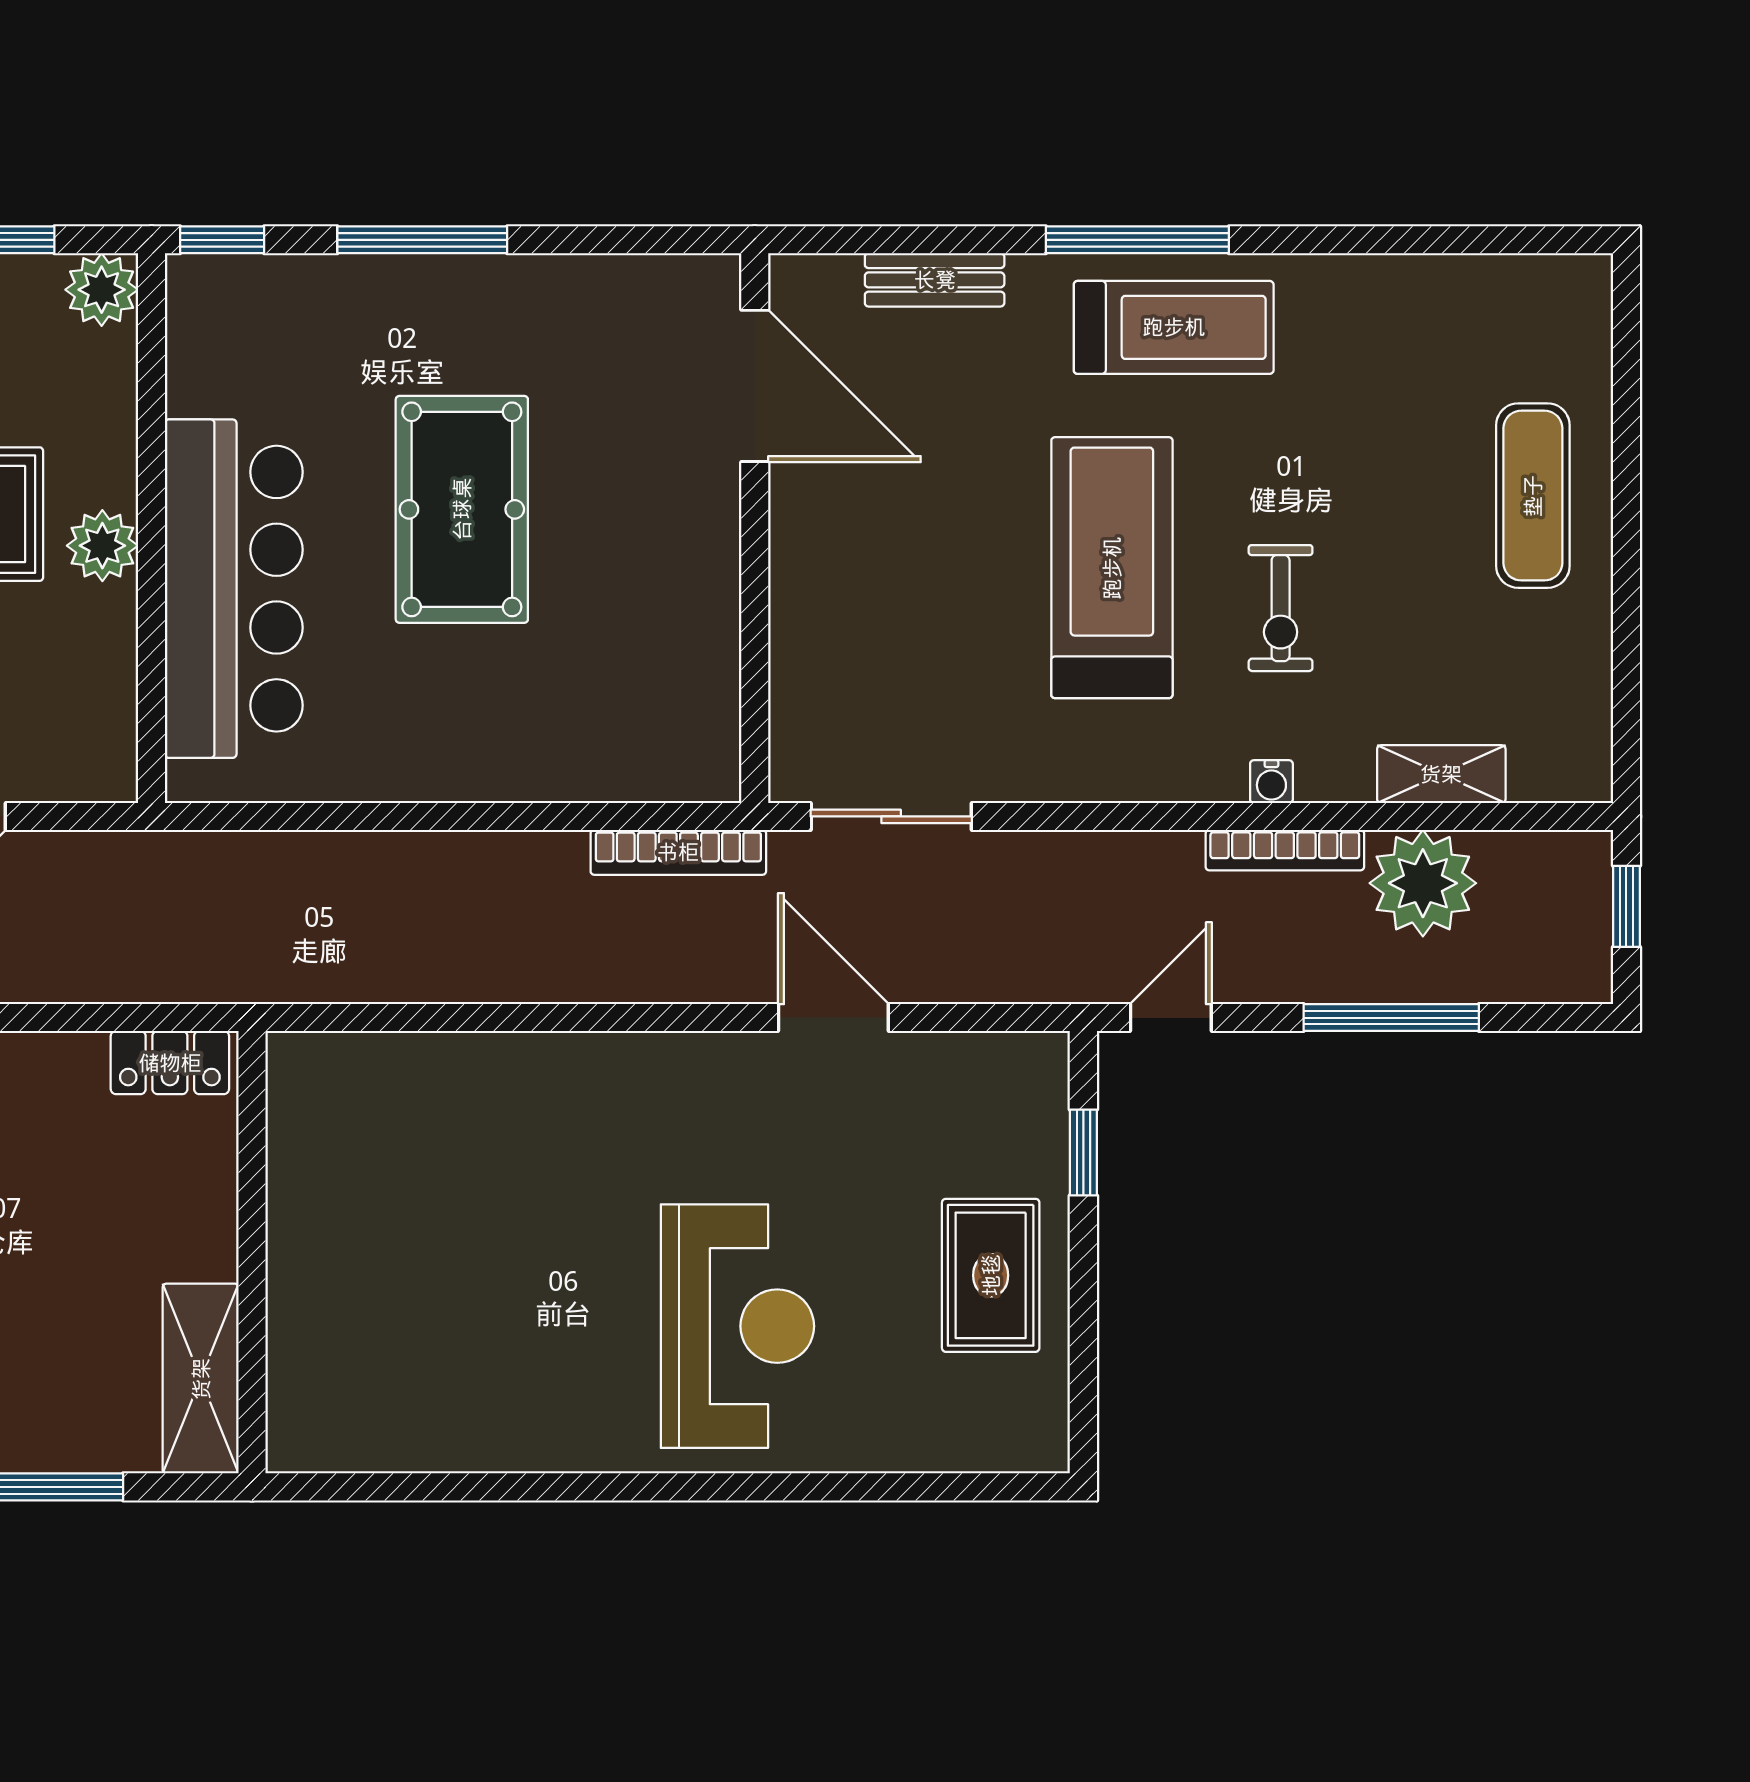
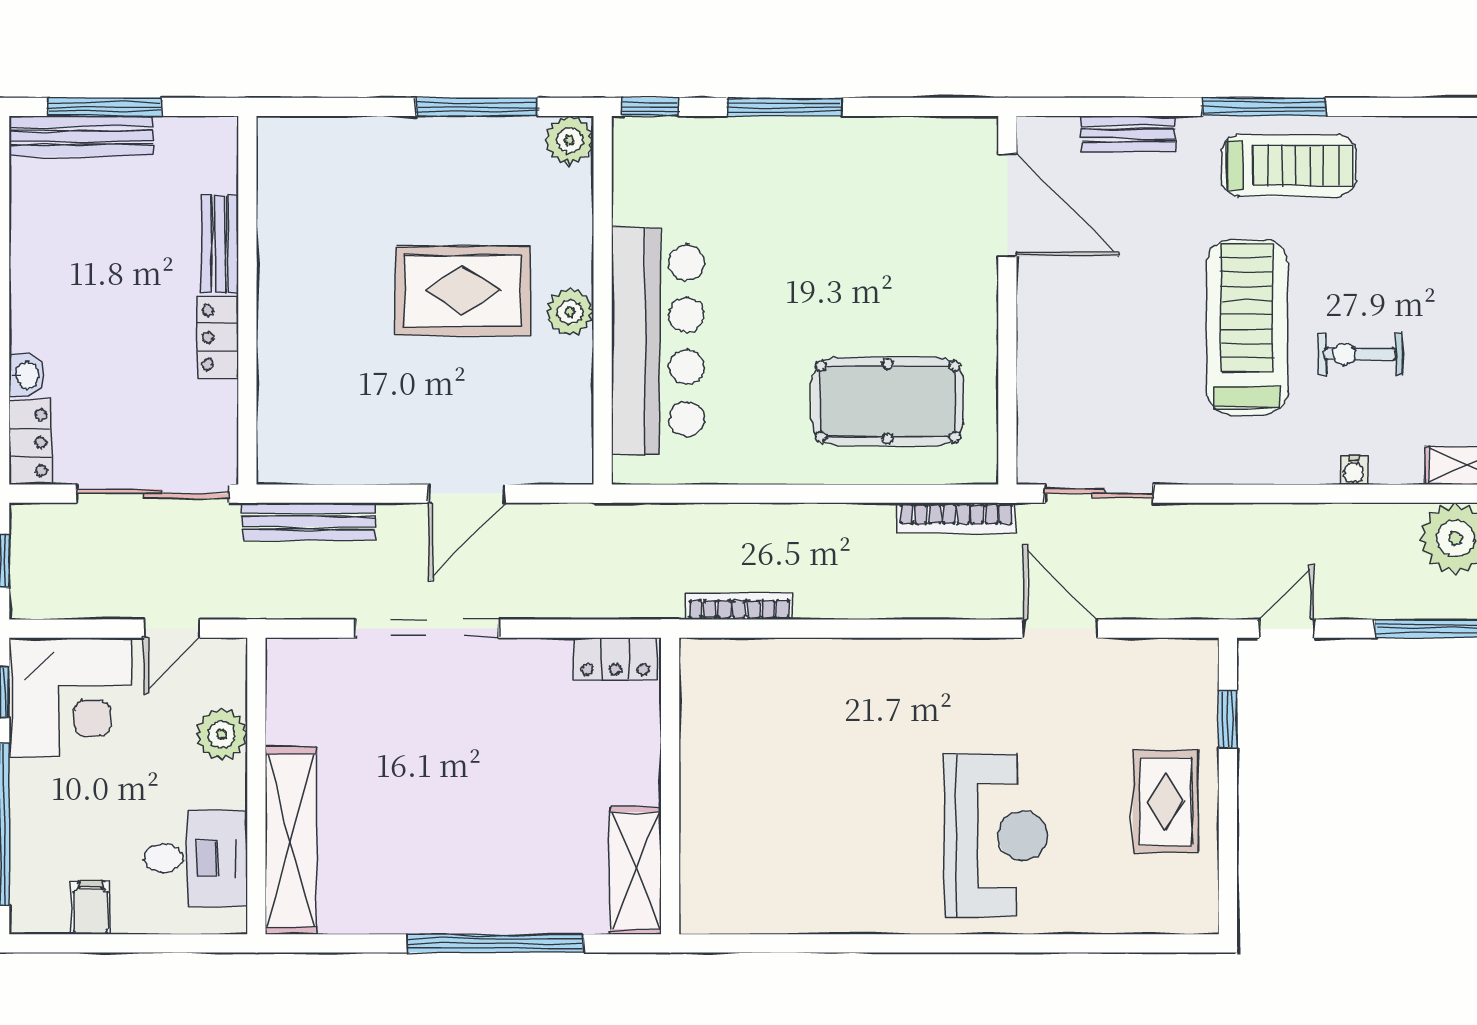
pool table: (462, 509) -> (888, 401), moved, turned 90
exercise bike: (1281, 608) -> (1360, 354), turned 90
bookcase: (1285, 850) -> (739, 606), moved, turned 180

